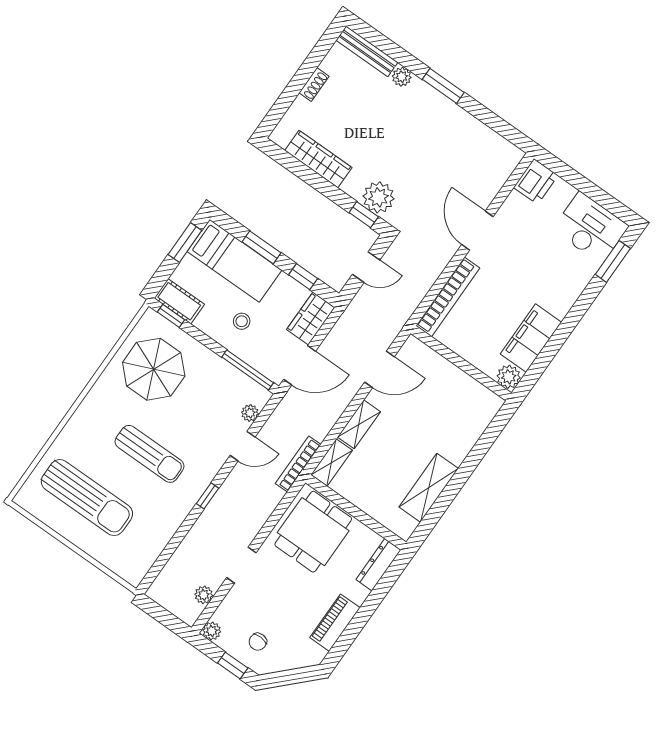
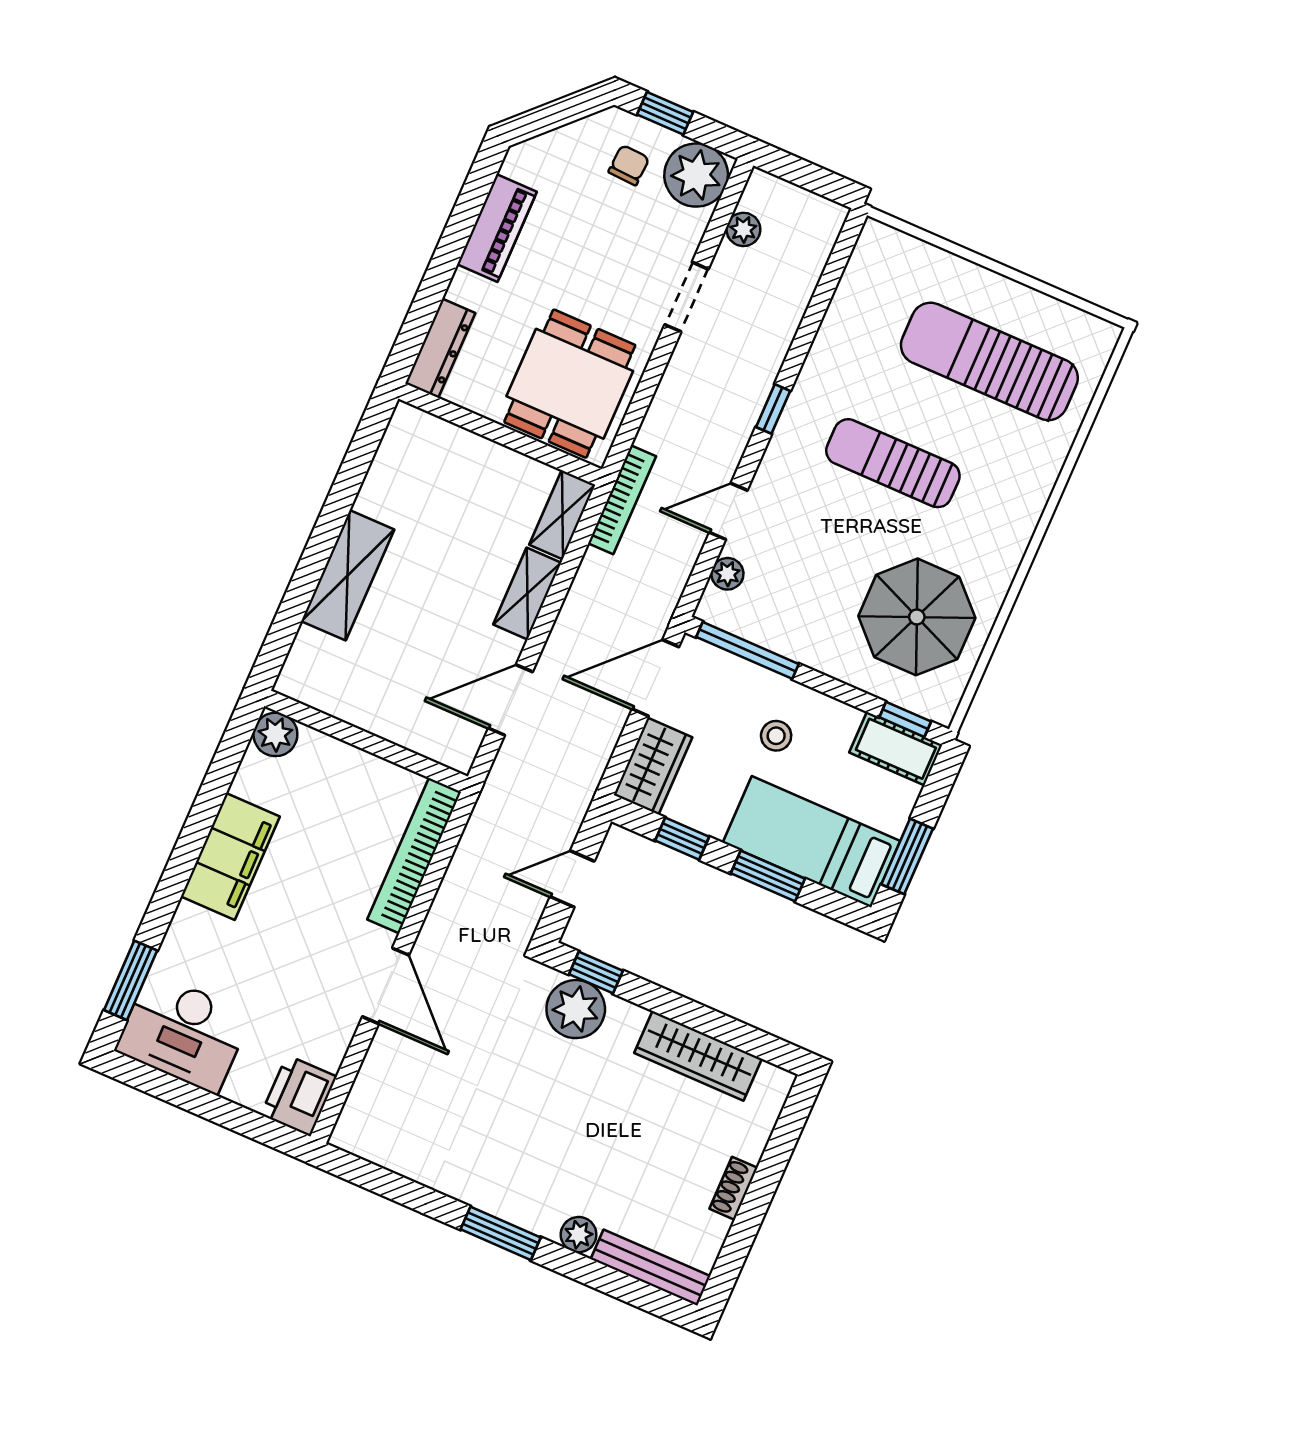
filing cabinet: (531, 338) -> (230, 856), moved
shelving: (429, 488) -> (348, 575), moved
plant: (212, 631) -> (696, 175), width x1.88, depth x1.88

